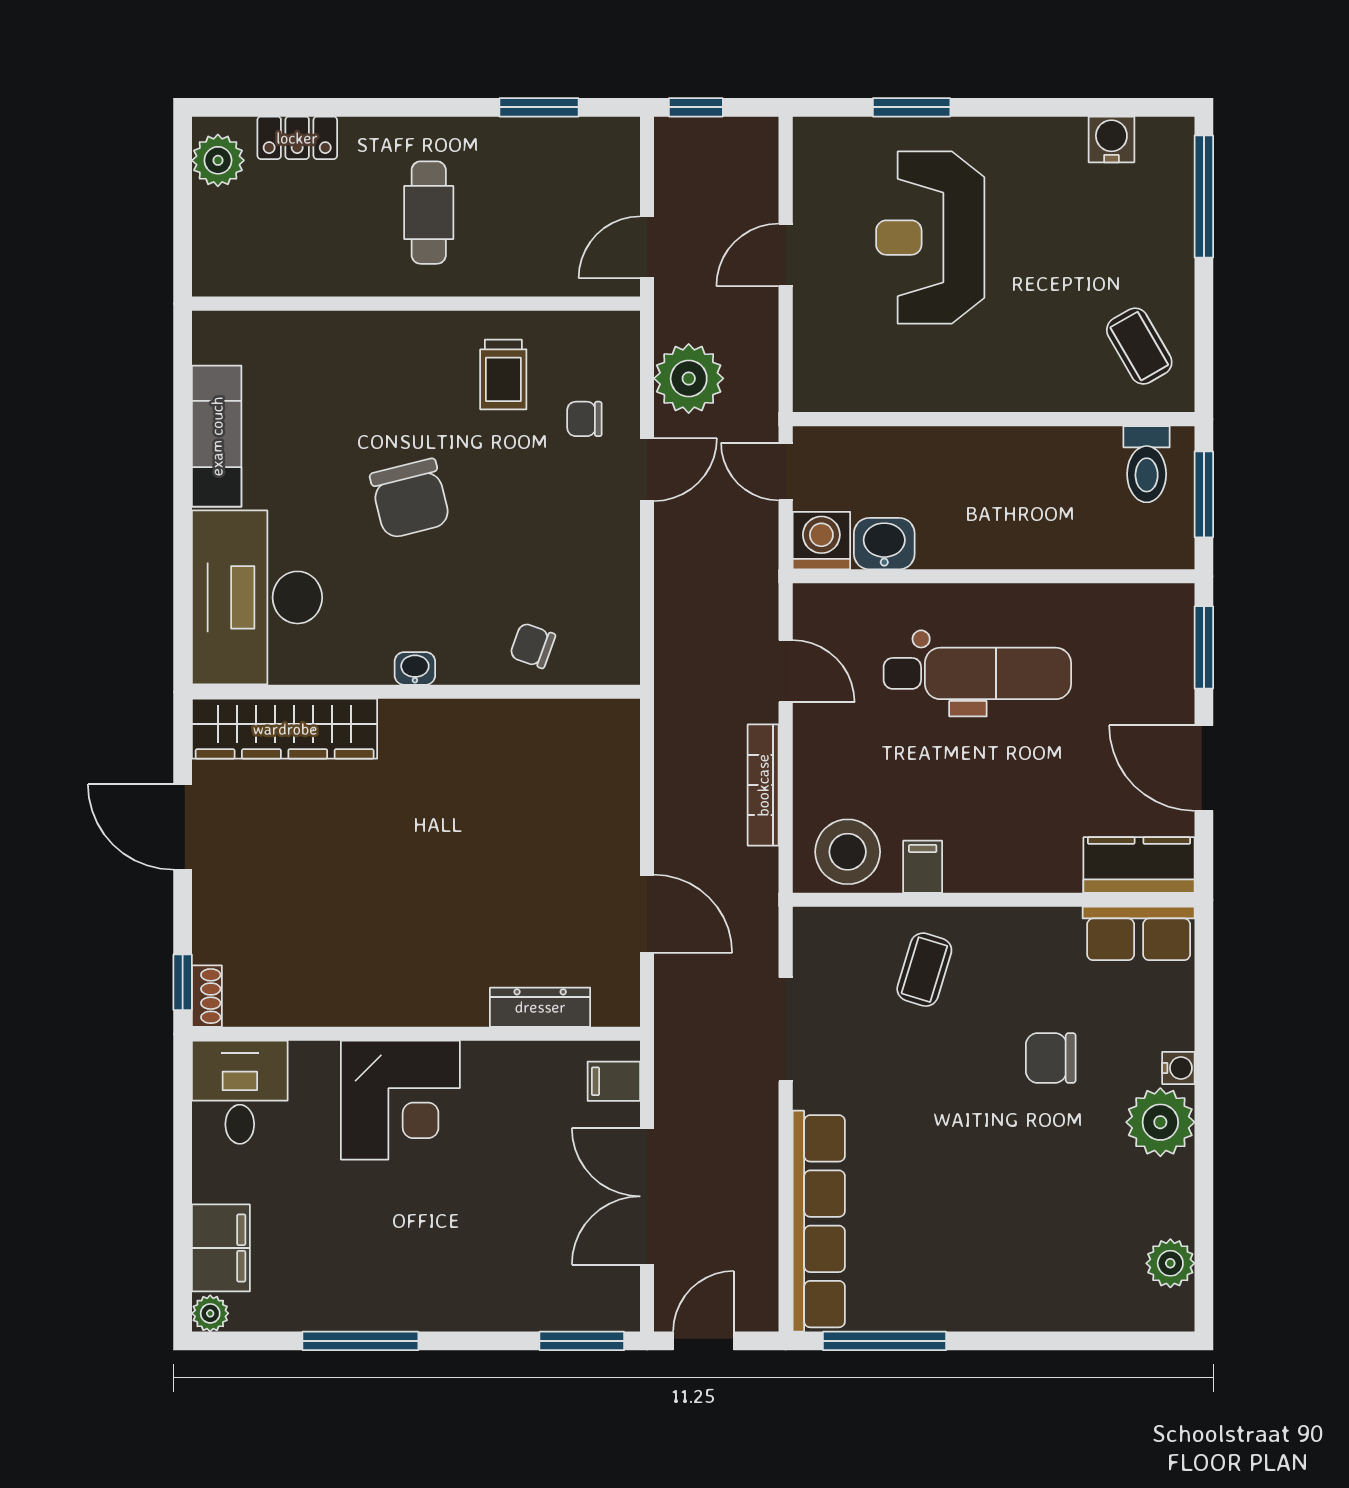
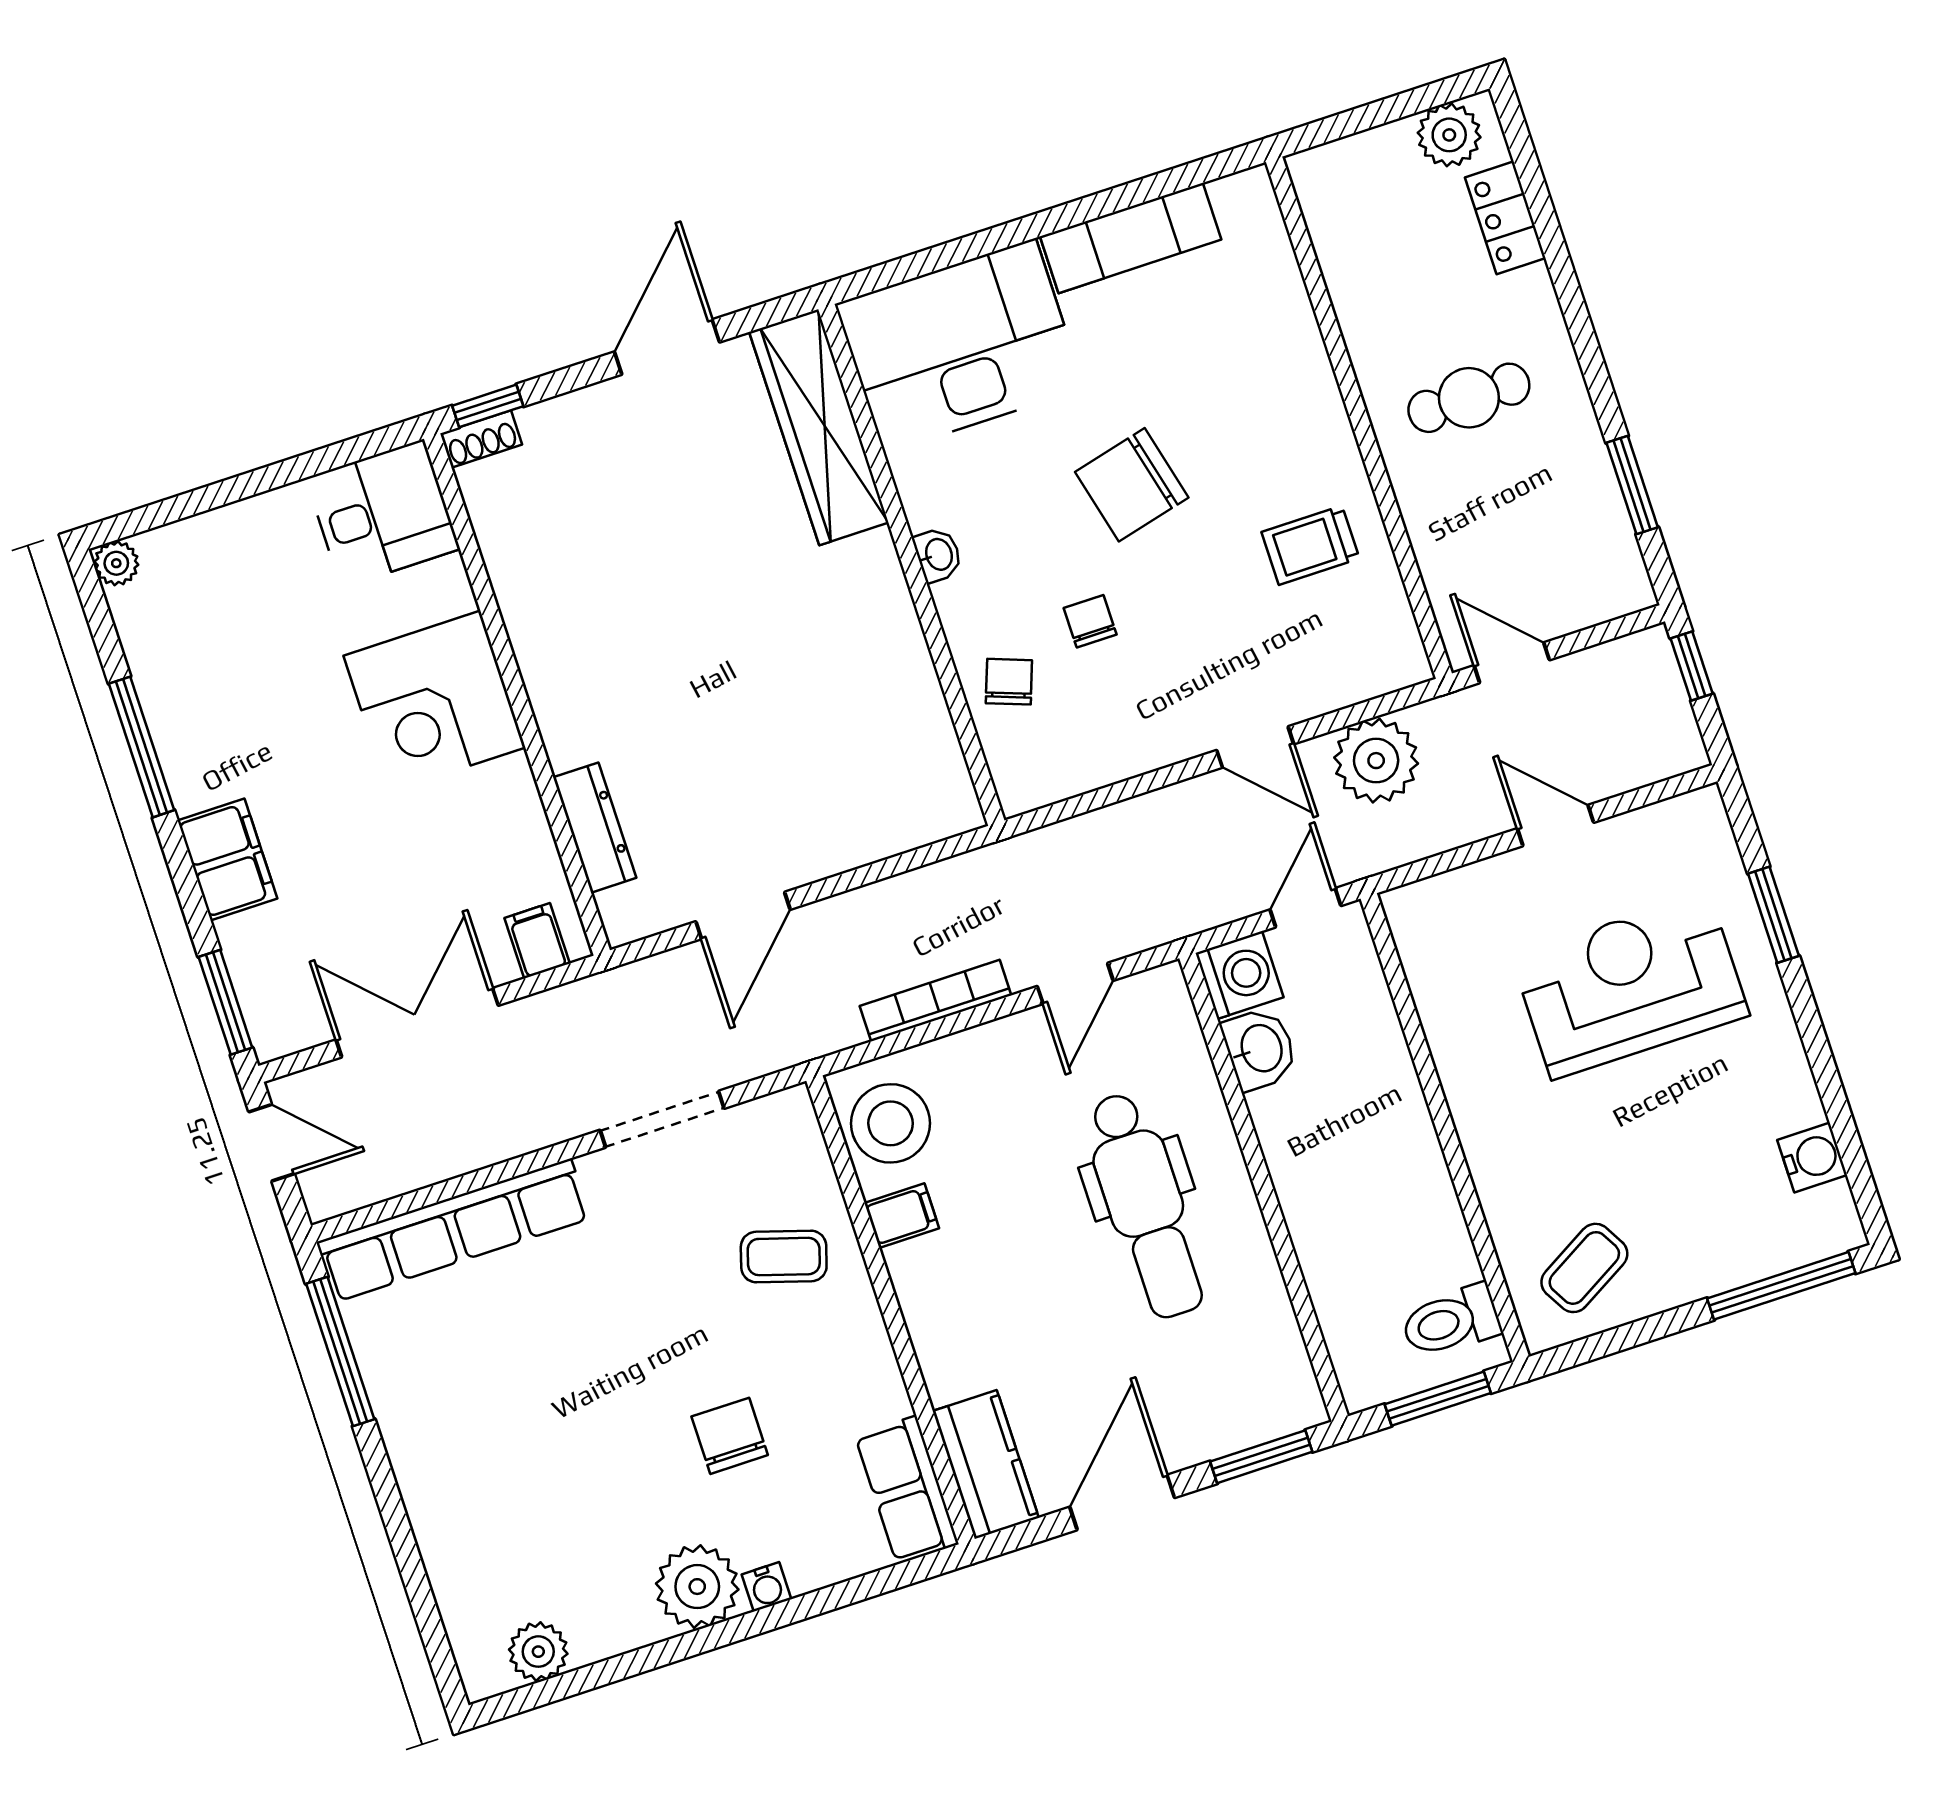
chair: (584, 419) -> (1090, 621), moved
filing cabinet: (221, 1248) -> (227, 859), moved, turned -90

